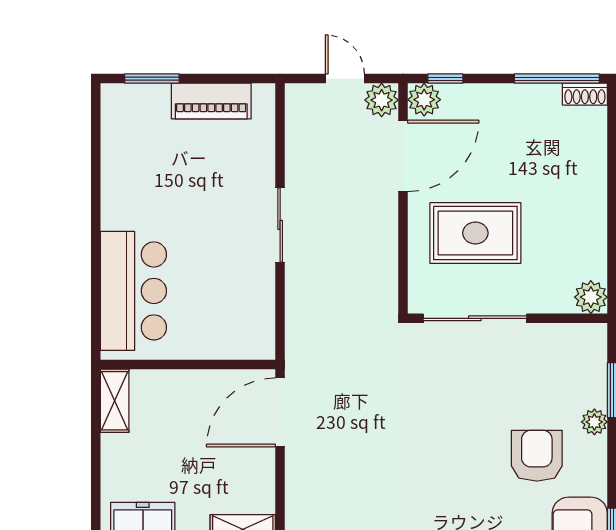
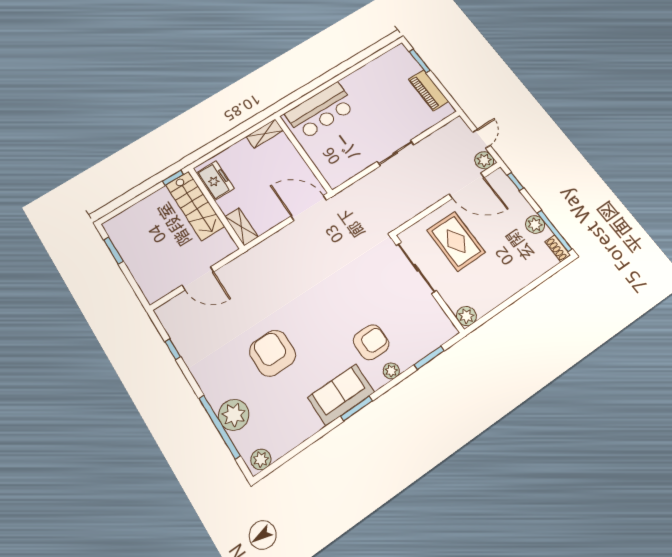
plant: (424, 100) -> (535, 224), moved
plant: (594, 422) -> (391, 371), moved

